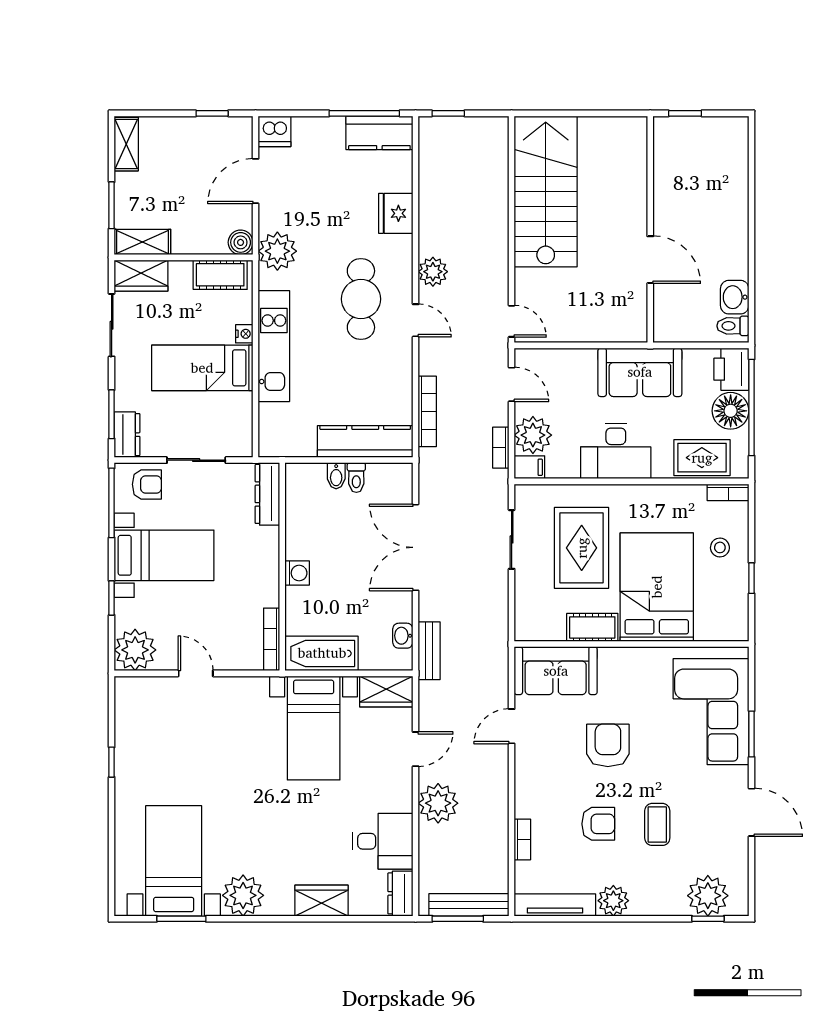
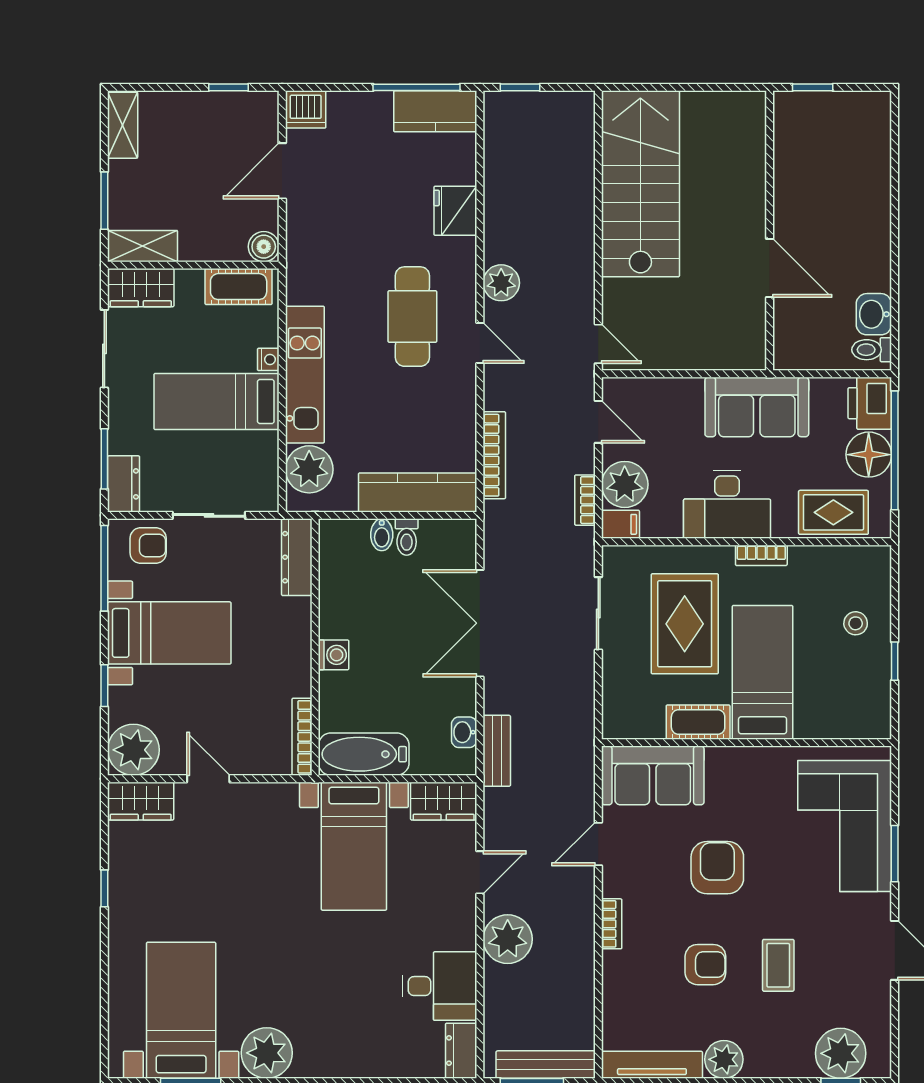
plant: (277, 251) -> (309, 469), moved
bookcase: (728, 492) -> (761, 555), moved
bed: (657, 587) -> (763, 672), width x0.67
bookcase: (522, 839) -> (612, 924), moved
wardrobe: (322, 901) -> (141, 801), moved, turned 180

